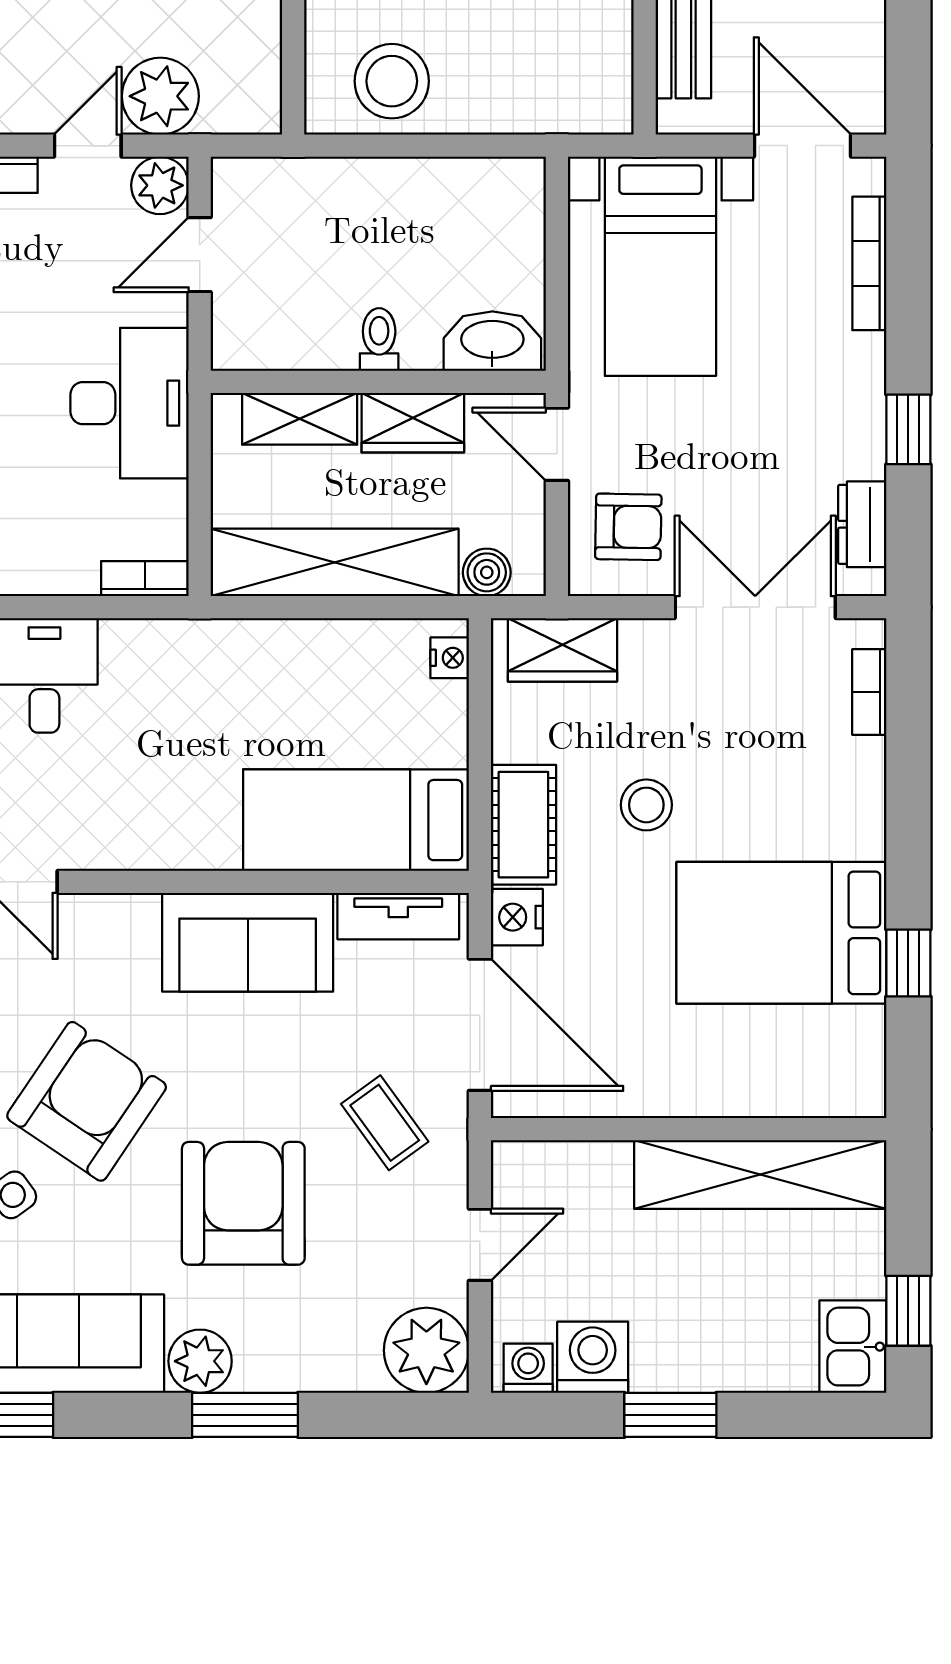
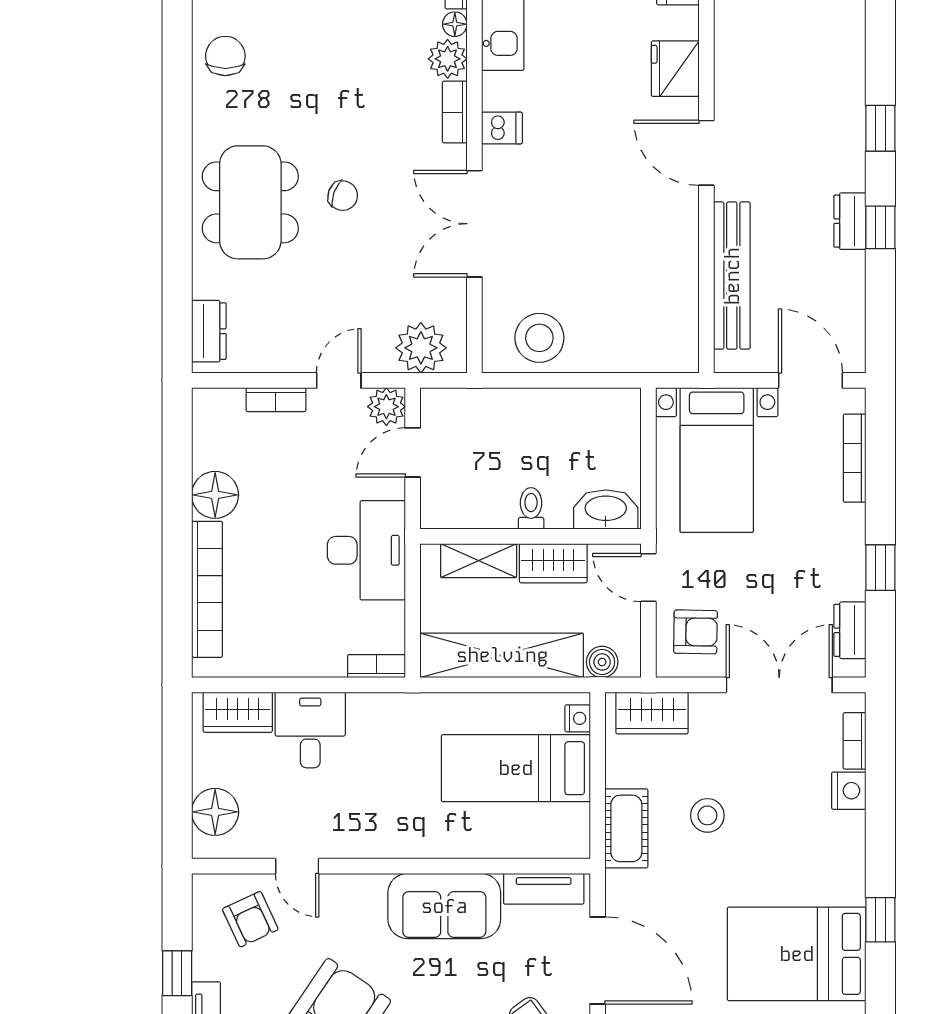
plant: (160, 96) -> (421, 348), moved
bed: (356, 820) -> (516, 768), moved
nightstand: (517, 917) -> (849, 791), moved, turned 180
bed: (781, 933) -> (797, 954), moved

